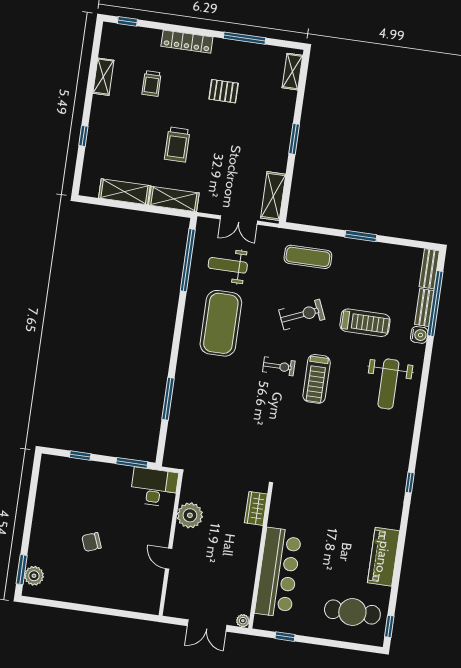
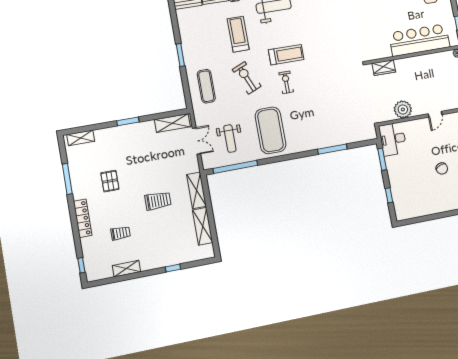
exercise mat: (221, 323) -> (270, 130), turned 90

